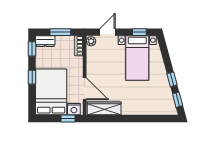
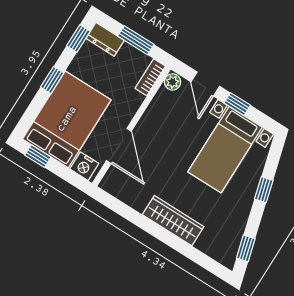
door: (108, 32) -> (205, 84), swing flipped
window: (139, 32) -> (237, 104), moved
window: (172, 79) -> (264, 190), moved
wardrobe: (104, 108) -> (173, 221), moved
window: (68, 118) -> (38, 156), moved

